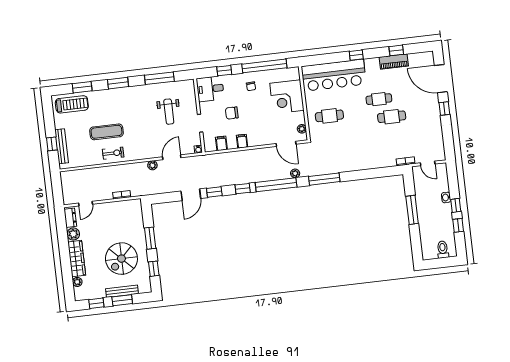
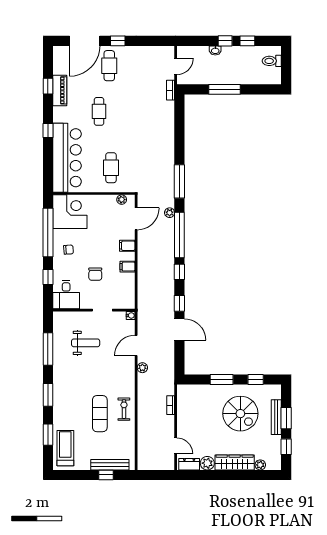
corner desk: (287, 97) -> (70, 212), moved, turned -90
cafe table: (392, 117) -> (109, 66), moved
filing cabinet: (221, 143) -> (127, 246), moved
door: (172, 157) -> (136, 345), hinge flipped

